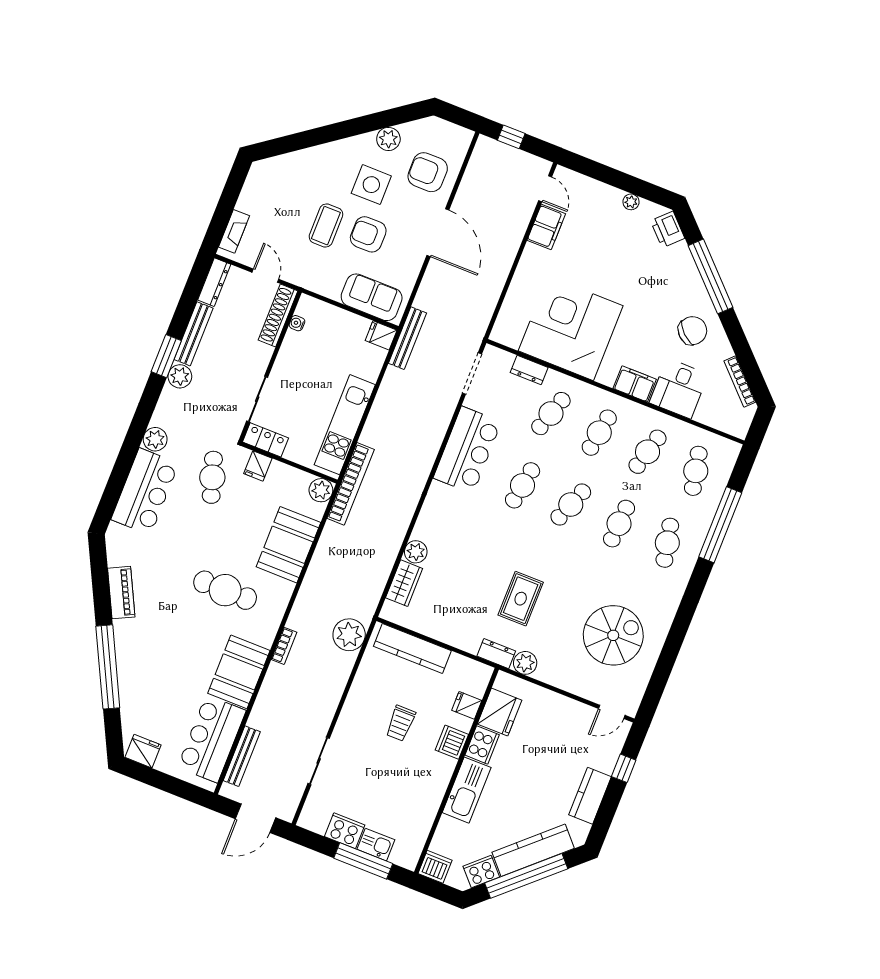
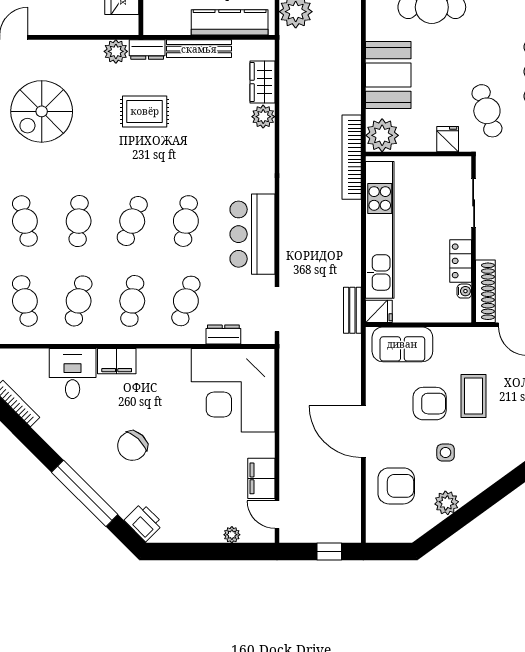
side table: (371, 185) -> (446, 453), width x0.54, depth x0.54
plant: (631, 202) -> (232, 535), moved
corner desk: (571, 328) -> (233, 390), moved, turned 90
chair: (692, 331) -> (132, 446), moved
bench: (407, 338) -> (352, 310), width x0.73
kitchen unit: (345, 425) -> (380, 230), width x1.36
locker: (266, 440) -> (461, 261), moved, turned 90
plant: (321, 490) -> (382, 135), width x1.36, depth x1.36
rug: (521, 599) -> (145, 111), turned 90
bench: (449, 636) -> (199, 49), added

